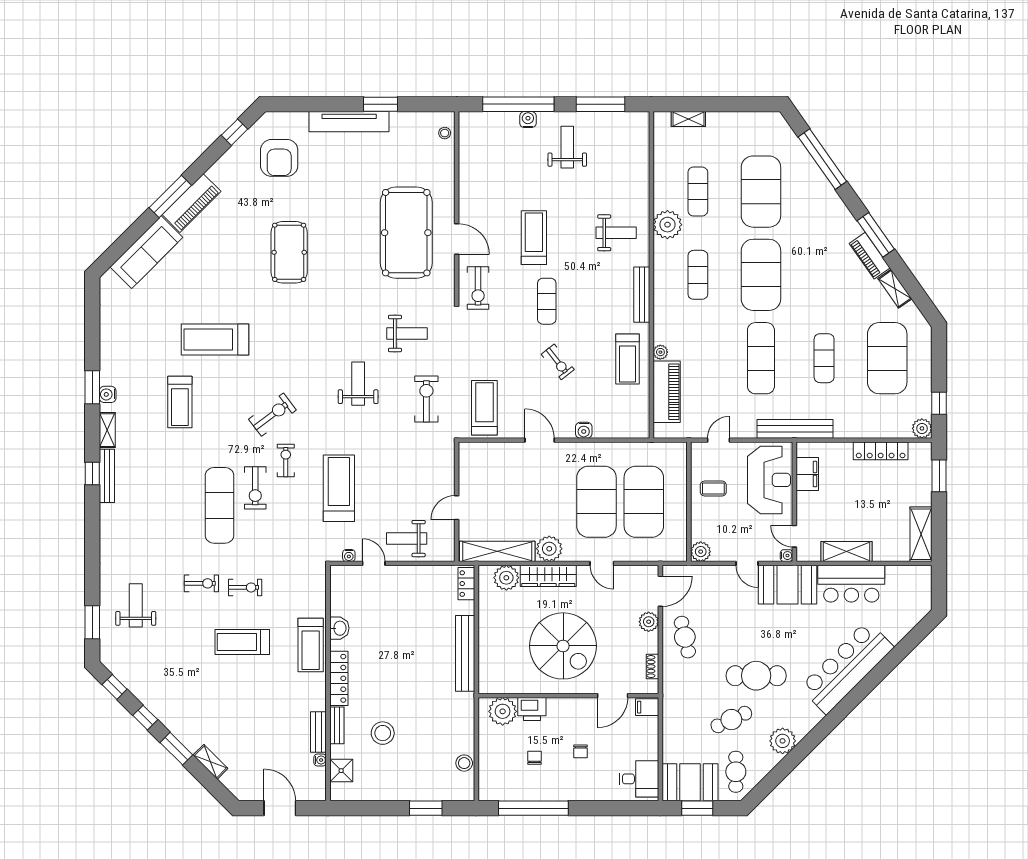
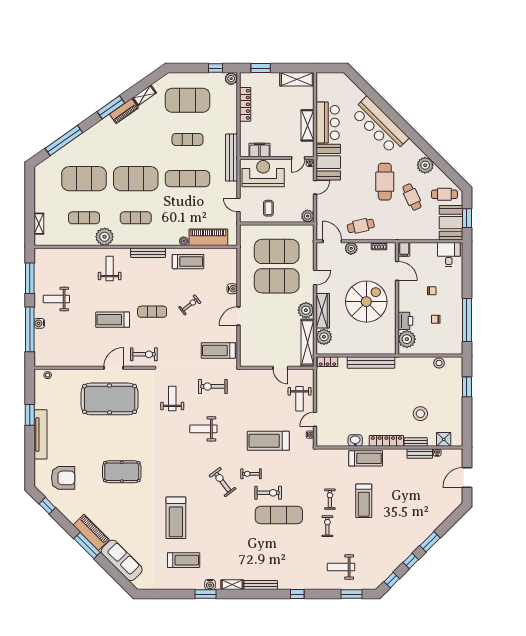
treadmill: (180, 402) -> (184, 560), moved
window: (92, 473) -> (297, 594), moved
shelving: (210, 762) -> (438, 521), removed

